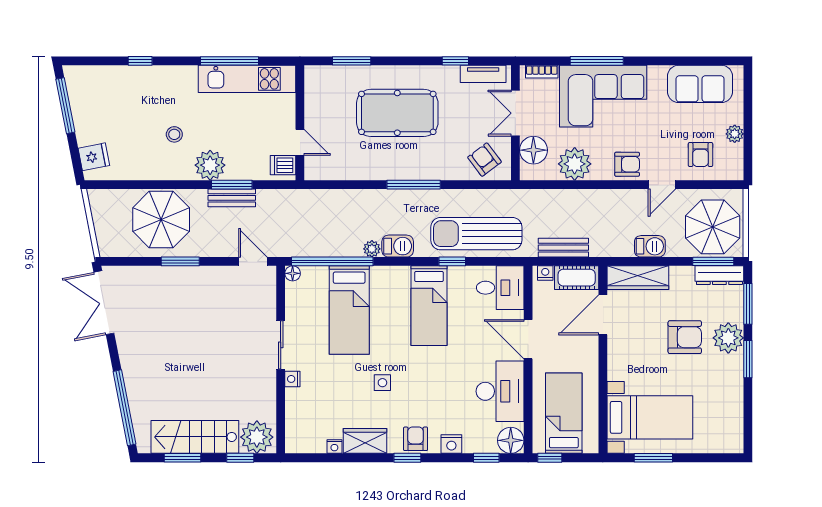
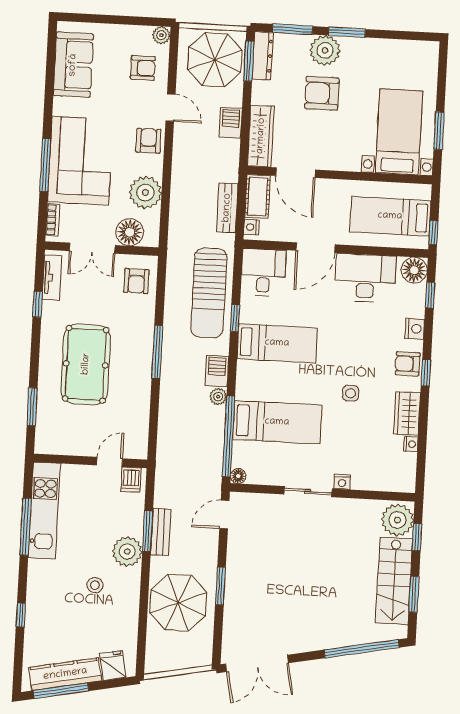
kitchen counter: (83, 109) -> (65, 674), added
plant: (735, 134) -> (161, 35), moved
armchair: (484, 160) -> (136, 281), turned -53
armchair: (685, 337) -> (322, 93), turned -90

